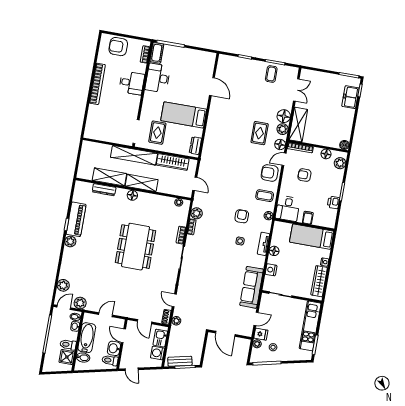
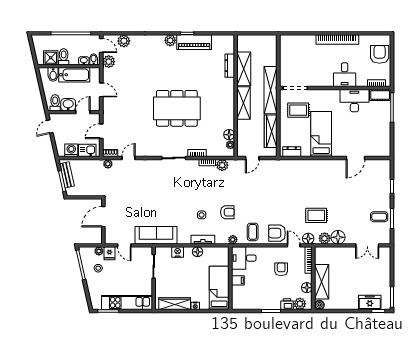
shelving: (298, 125) -> (322, 282), moved, turned 90
armchair: (270, 173) -> (277, 233), turned -90
floor lamp: (132, 195) -> (229, 135), moved
printer: (333, 202) -> (287, 304), moved

